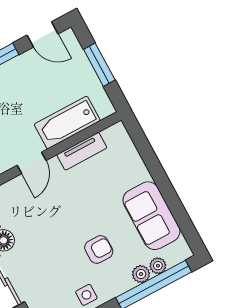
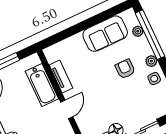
door: (32, 163) -> (67, 109), hinge flipped
plant: (141, 274) -> (151, 61), moved

